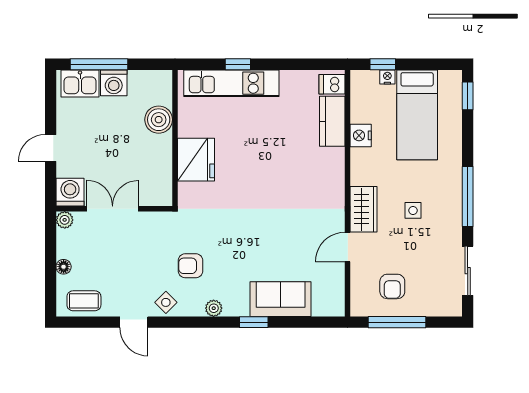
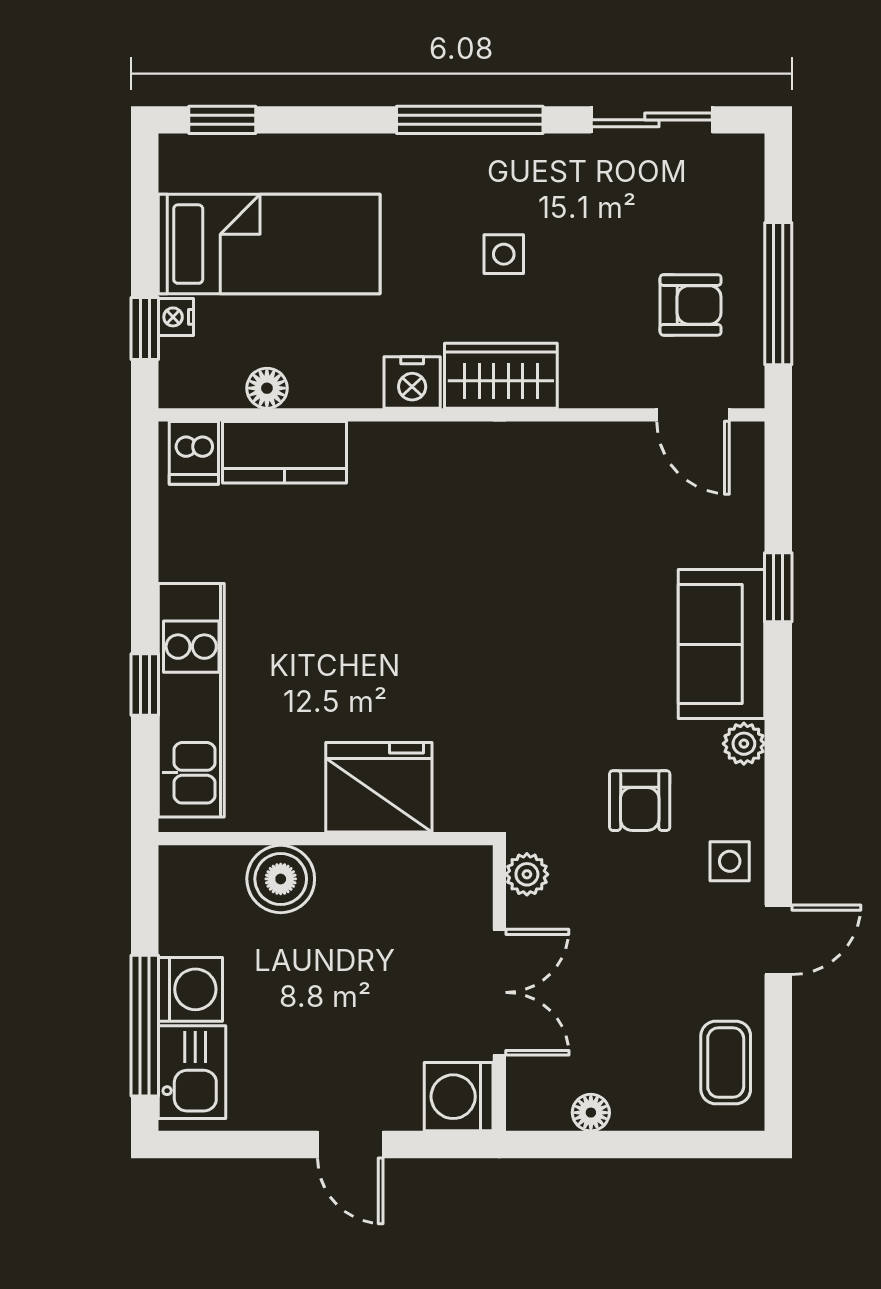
floor lamp: (358, 114) -> (267, 388), added
nightstand: (361, 135) -> (412, 383), moved
double door: (113, 209) -> (499, 992), swing flipped
plant: (65, 220) -> (527, 874), moved
door: (348, 247) -> (693, 415), moved
floor lamp: (64, 267) -> (591, 1113), moved
sofa: (281, 299) -> (721, 644), moved
side table: (166, 302) -> (730, 861), turned 45
window: (254, 322) -> (778, 587), moved

